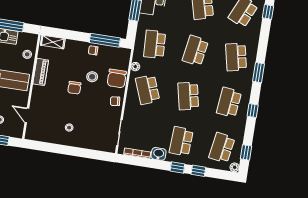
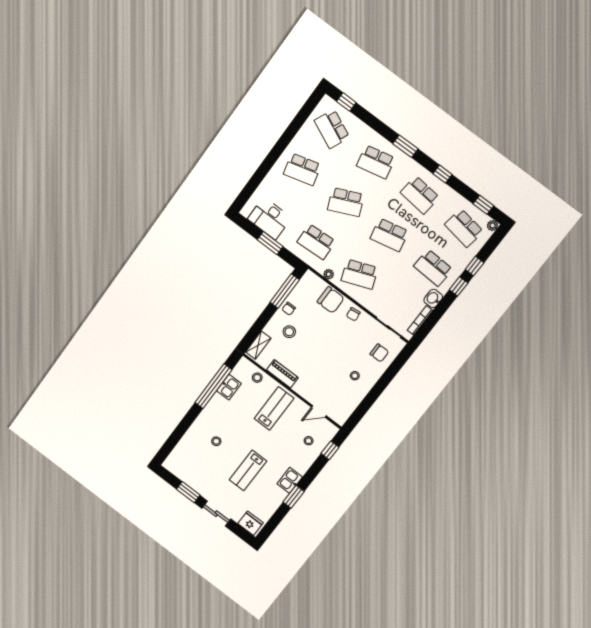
school desk: (195, 51) -> (346, 202), turned -33
stool: (92, 77) -> (289, 332), moved
chair: (74, 88) -> (379, 353), moved

